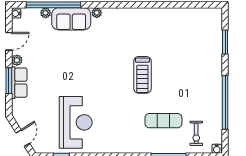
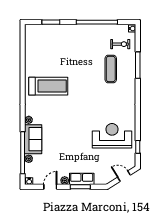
door: (9, 41) -> (50, 187), hinge flipped
treadmill: (142, 75) -> (48, 86), moved, width x1.37, depth x1.37

